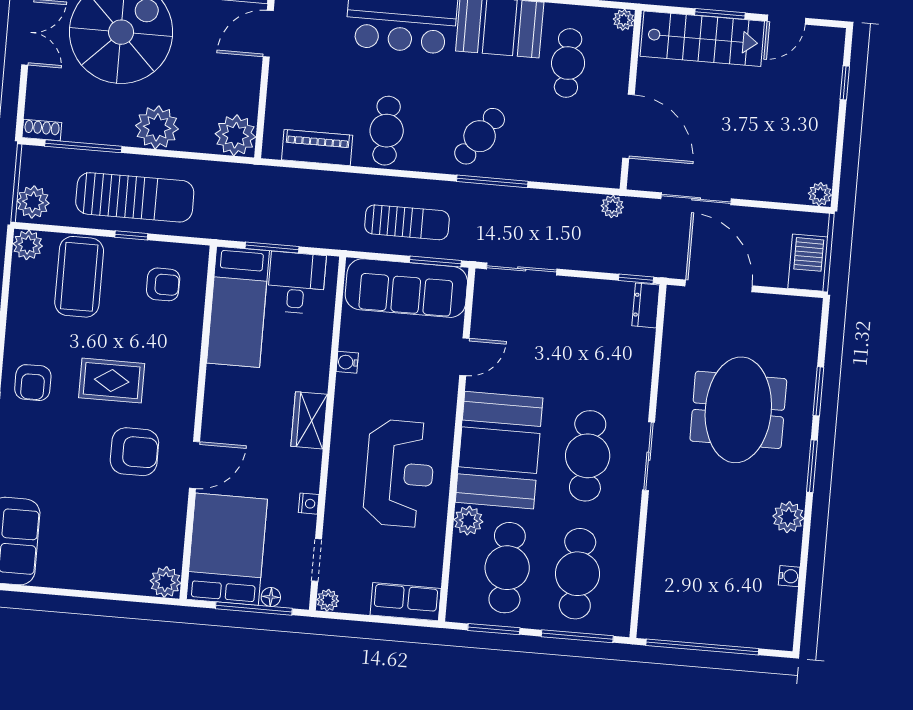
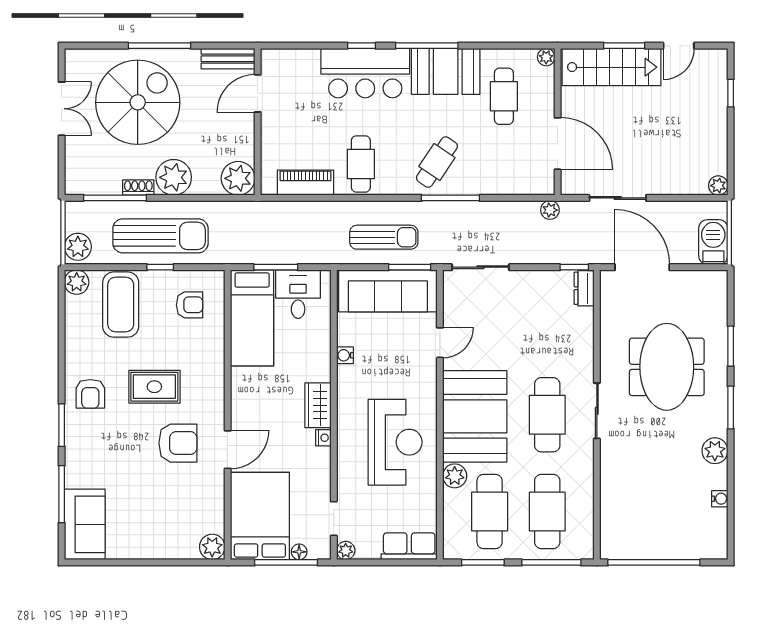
shoe rack: (42, 130) -> (138, 188), moved
nightstand: (309, 504) -> (323, 438), moved

